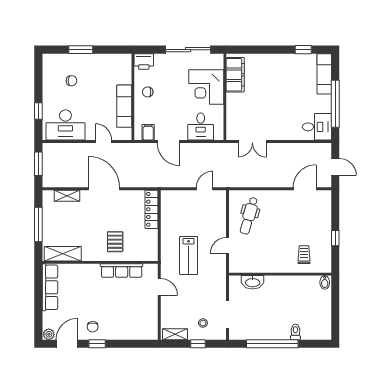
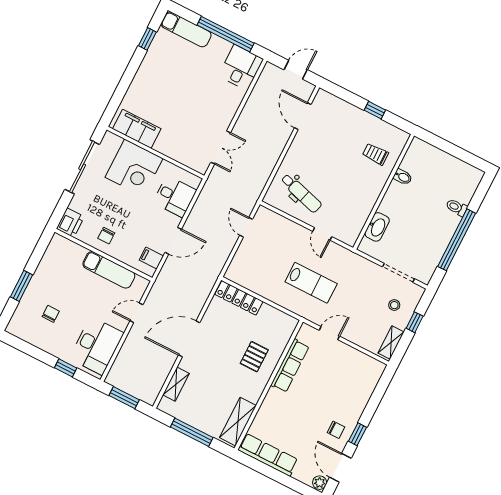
pallet: (115, 242) -> (254, 357), turned 90
bidet: (325, 282) -> (403, 177), moved

